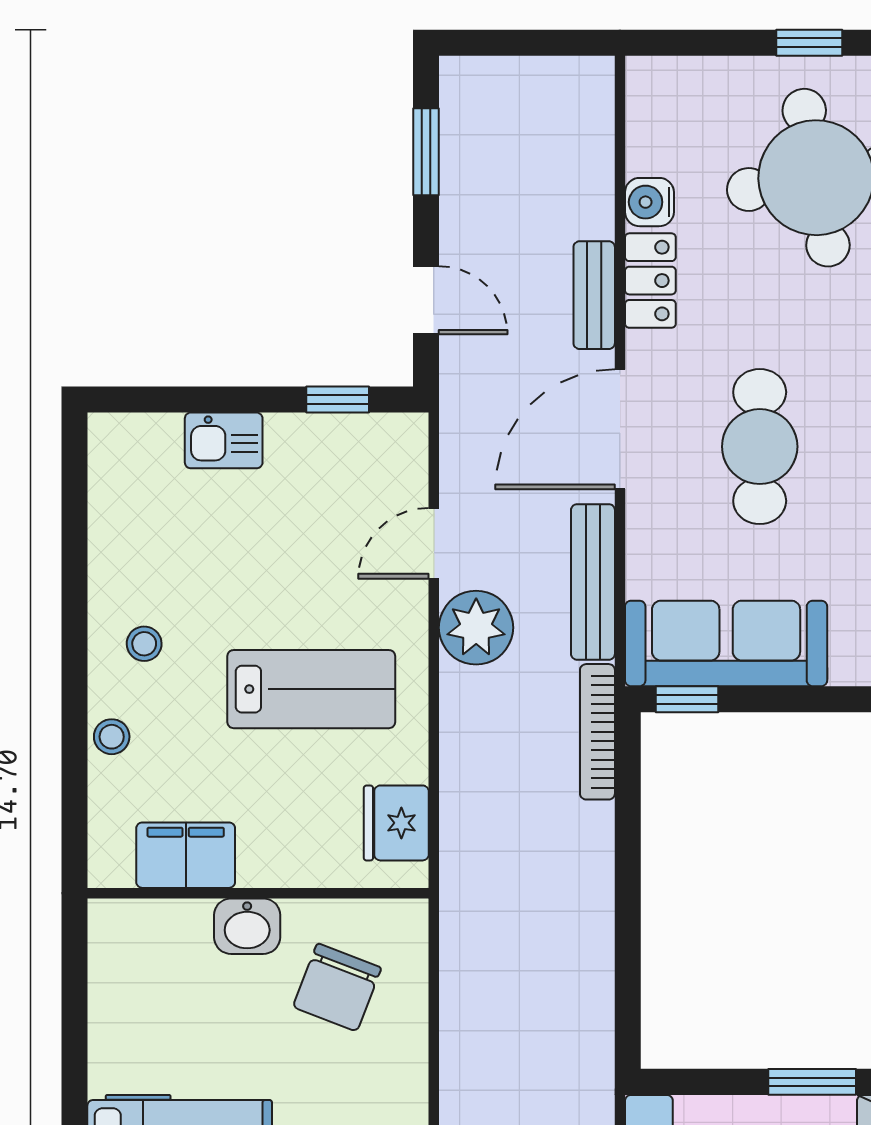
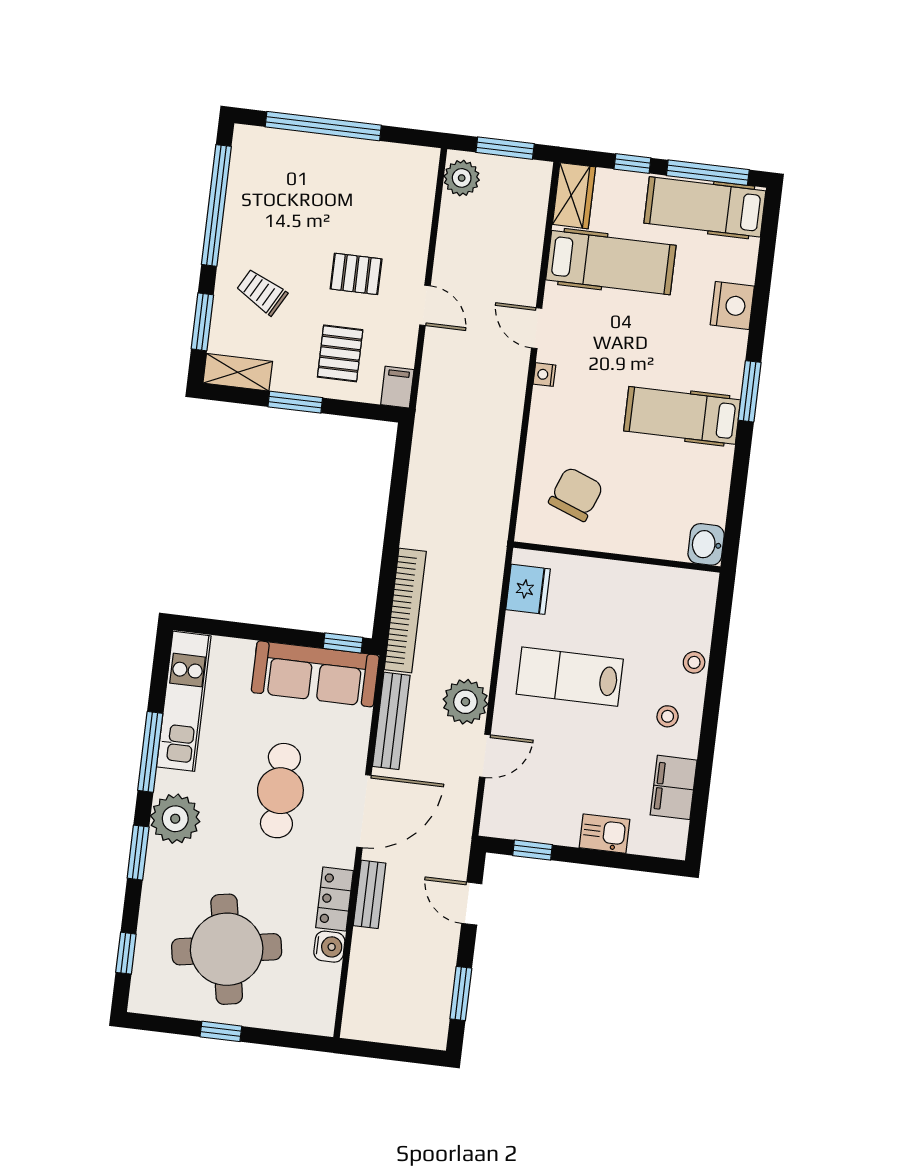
bookcase: (597, 732) -> (405, 611), width x1.48, depth x1.31
filing cabinet: (186, 855) -> (674, 787), moved, turned 90
washbasin: (247, 926) -> (706, 544), moved, turned -90

